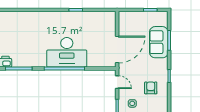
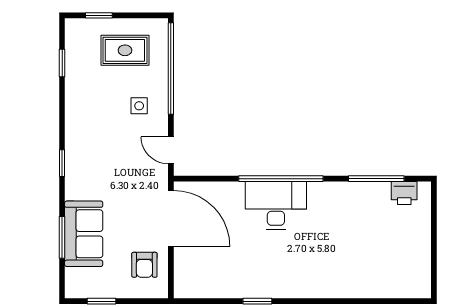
door: (117, 50) -> (171, 218), swing flipped
desk: (67, 52) -> (276, 205), width x0.73, depth x0.77
armchair: (151, 88) -> (144, 265), moved

